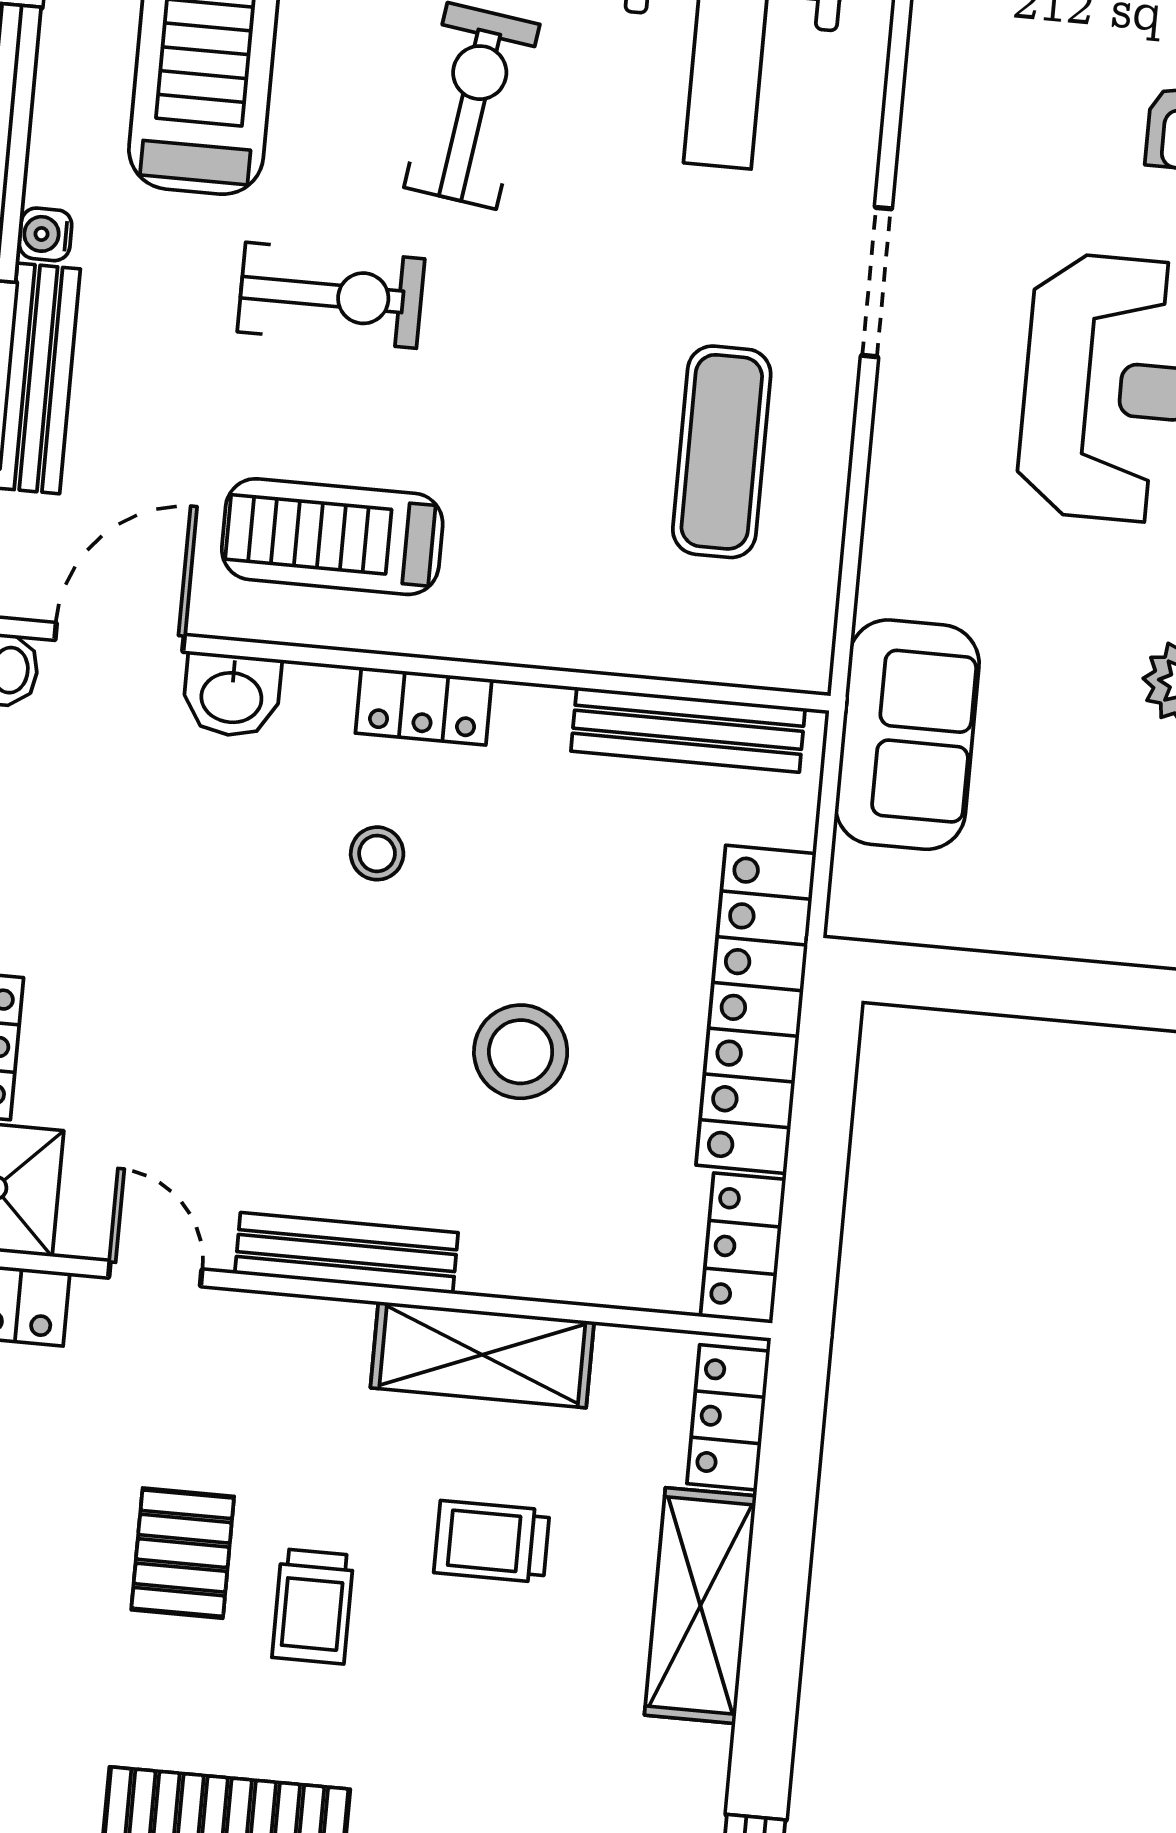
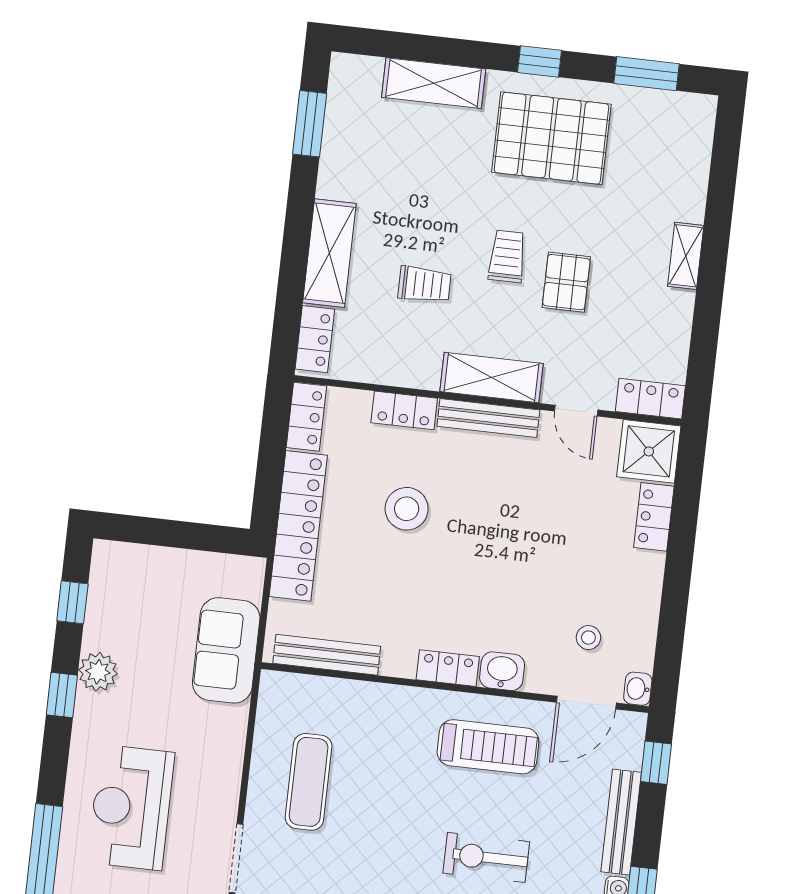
washbasin: (232, 695) -> (502, 671), moved
stool: (377, 853) -> (588, 638), moved
locker: (530, 1266) -> (404, 410), added
shelving: (482, 1355) -> (491, 378), moved

